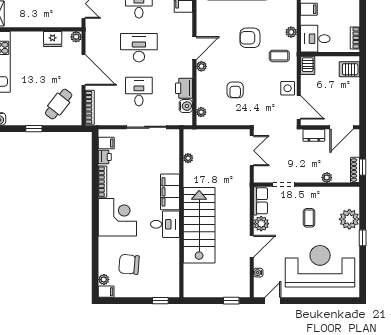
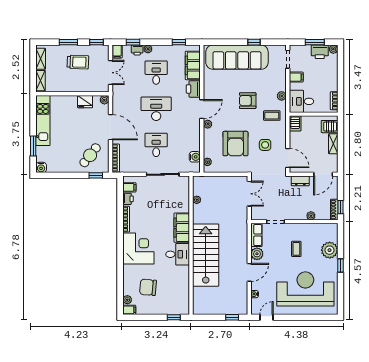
printer: (184, 88) -> (193, 89), moved
side table: (288, 88) -> (265, 145), moved
armchair: (235, 90) -> (235, 144), width x1.88, depth x1.88
shelving: (354, 90) -> (333, 144), added
window: (34, 129) -> (96, 175), moved

